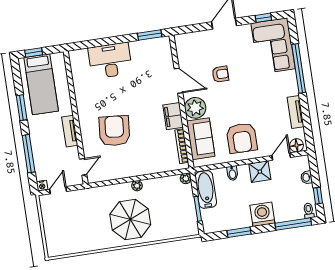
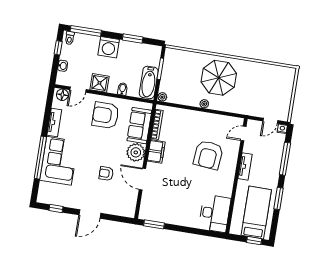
corner sofa: (273, 46) -> (59, 161), moved
desk: (110, 61) -> (215, 213), moved, turned -90
armchair: (242, 138) -> (105, 115), turned -90

